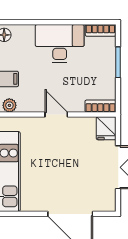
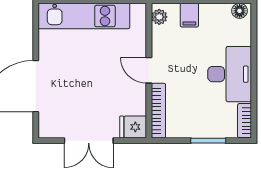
bookcase: (100, 106) -> (158, 111), width x1.56
door: (56, 114) -> (149, 70), swing flipped

